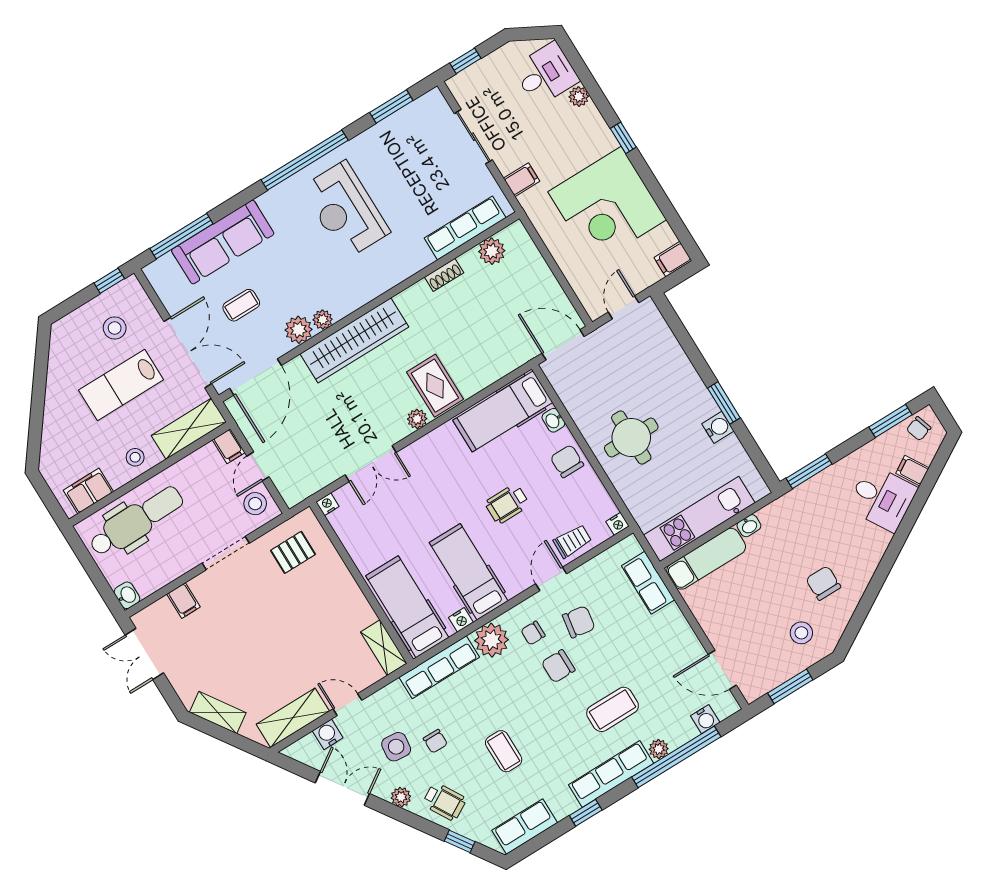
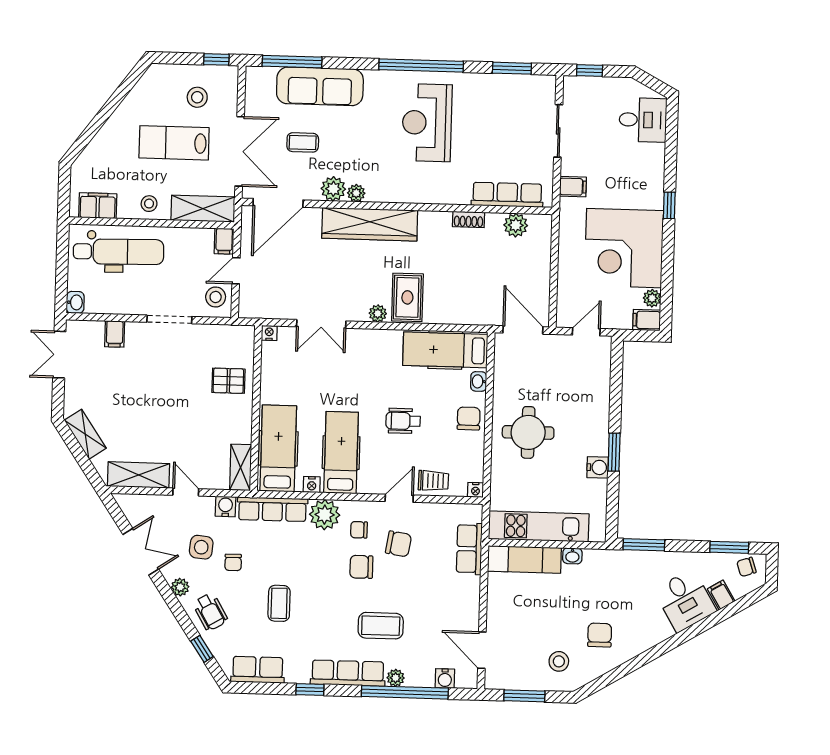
plant: (579, 97) -> (652, 298), moved
pallet: (293, 552) -> (228, 381), moved
water cooler: (328, 734) -> (225, 506), moved

